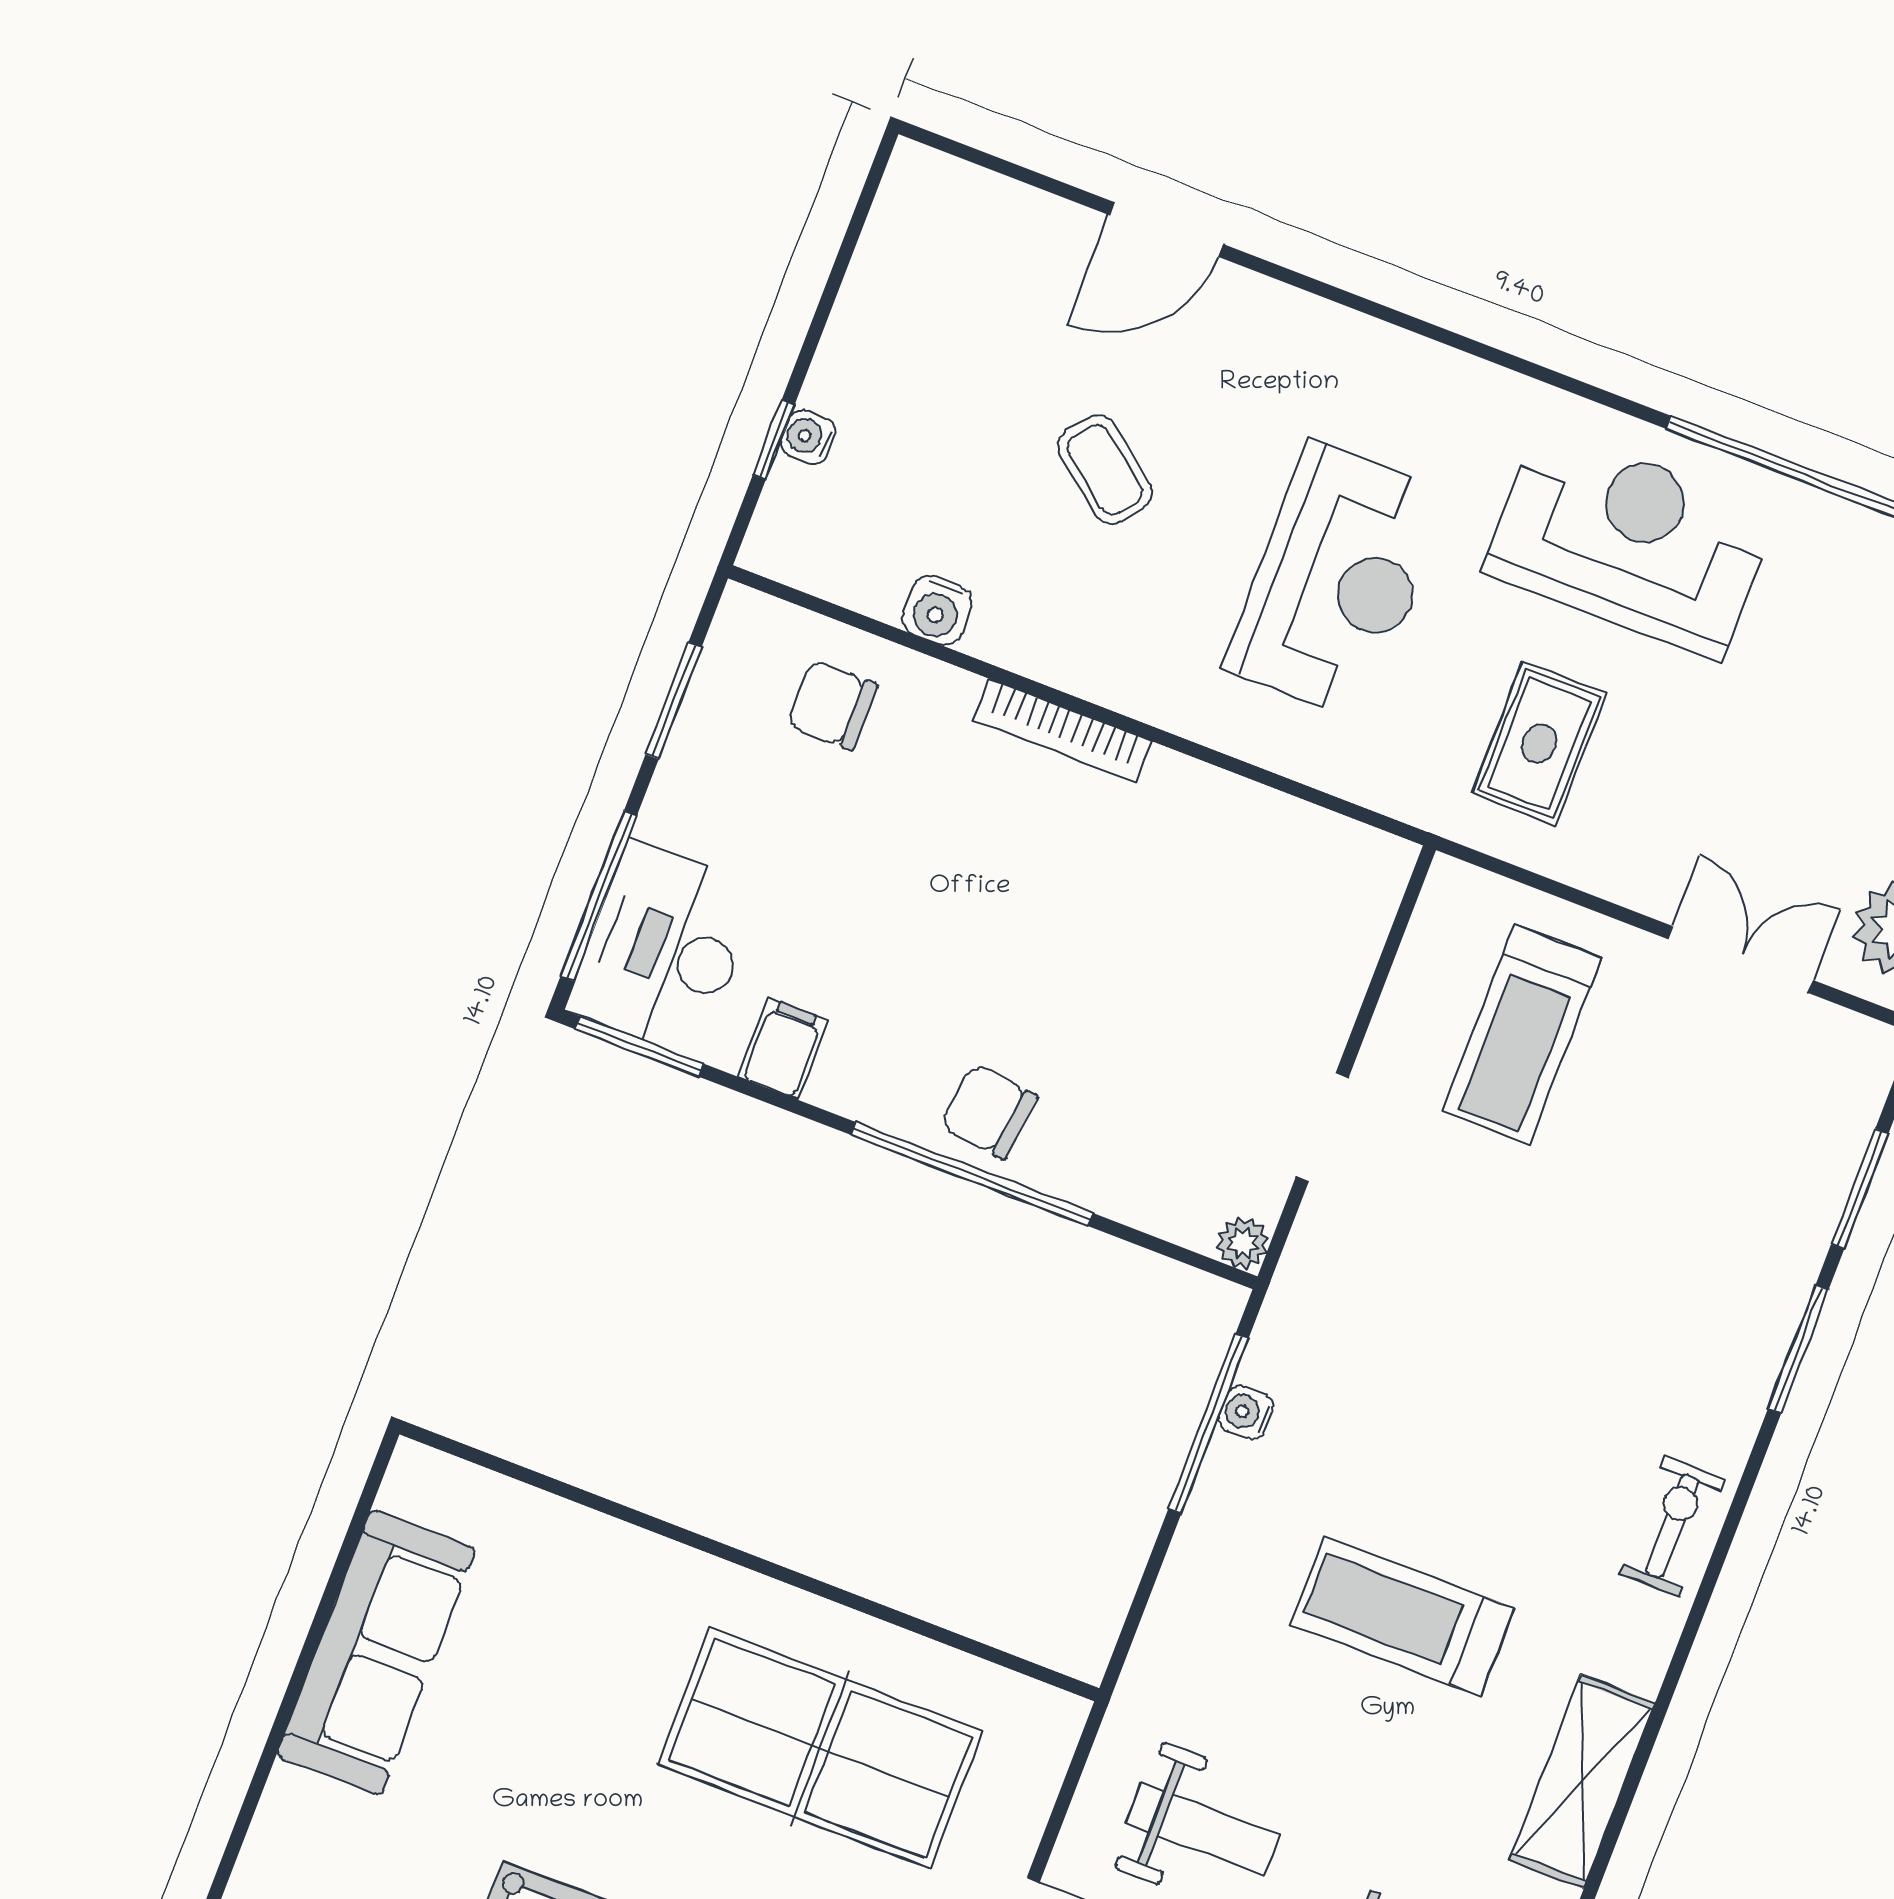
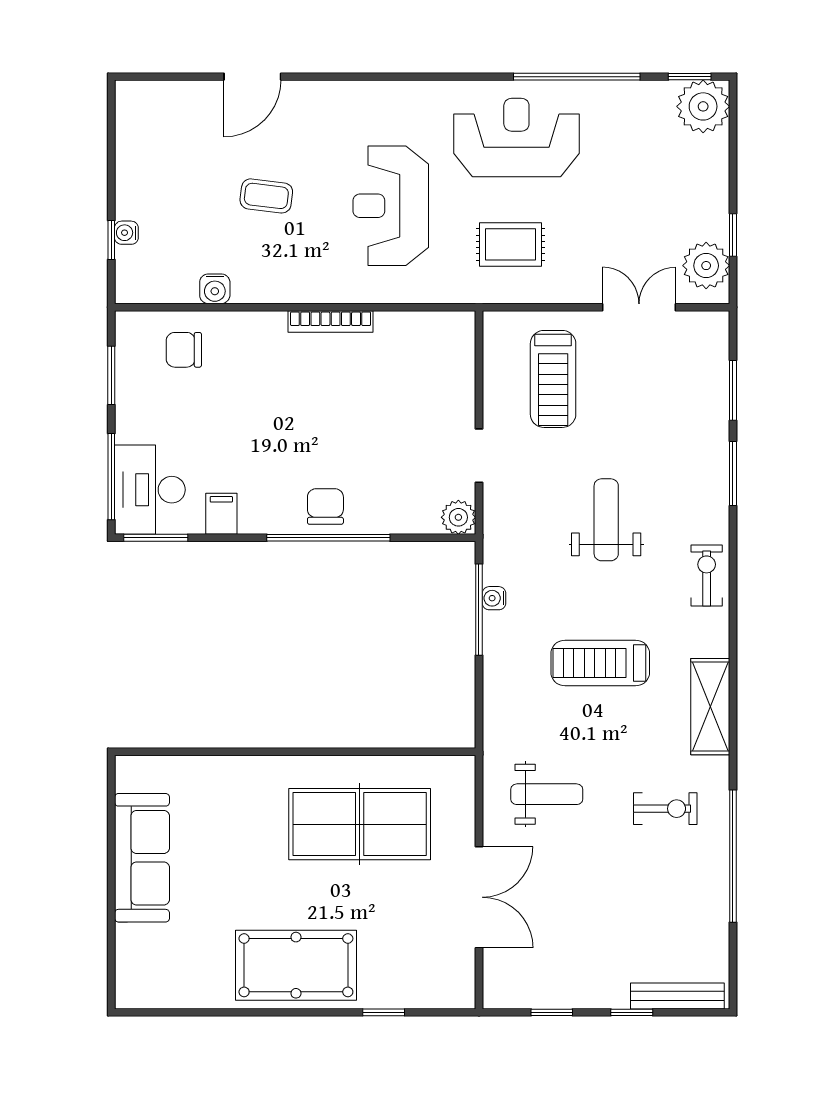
coffee table: (1105, 470) -> (266, 196), turned -31
reception desk: (1337, 581) -> (391, 206), turned 180
bookcase: (1063, 731) -> (331, 321), moved
rug: (1539, 744) -> (510, 244), turned 90
chair: (989, 1111) -> (325, 506), turned 83
plant: (1243, 1243) -> (458, 517), width x1.38, depth x1.38
weight bench: (1520, 1345) -> (606, 520), added

